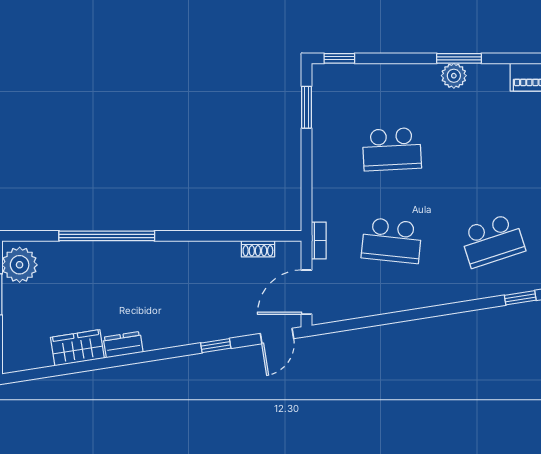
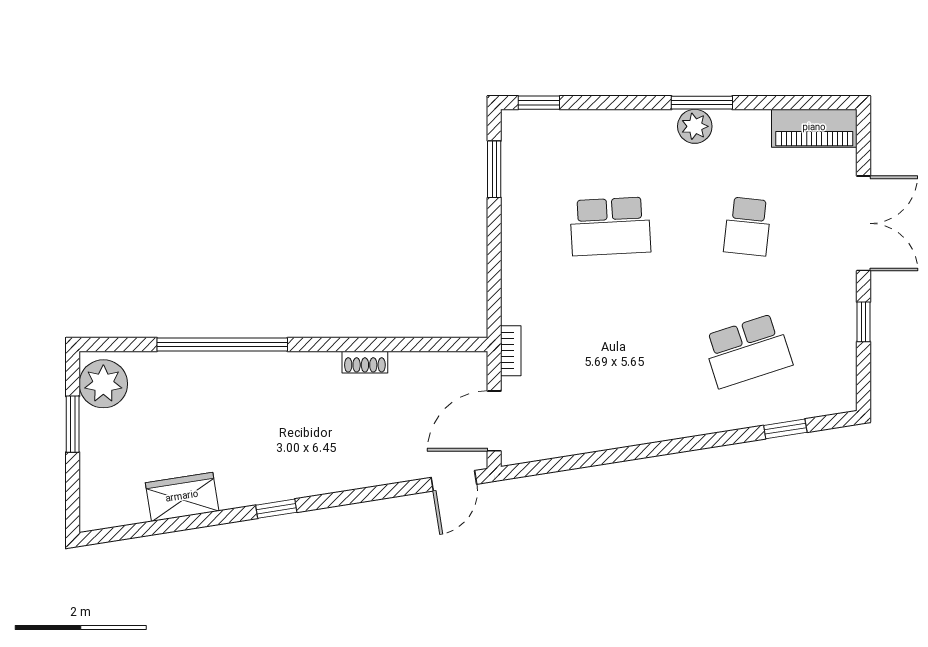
school desk: (392, 240) -> (747, 226), moved, width x0.54
shoe rack: (258, 249) -> (365, 362), moved
dresser: (123, 345) -> (244, 493), removed
window: (216, 346) -> (276, 509), moved

